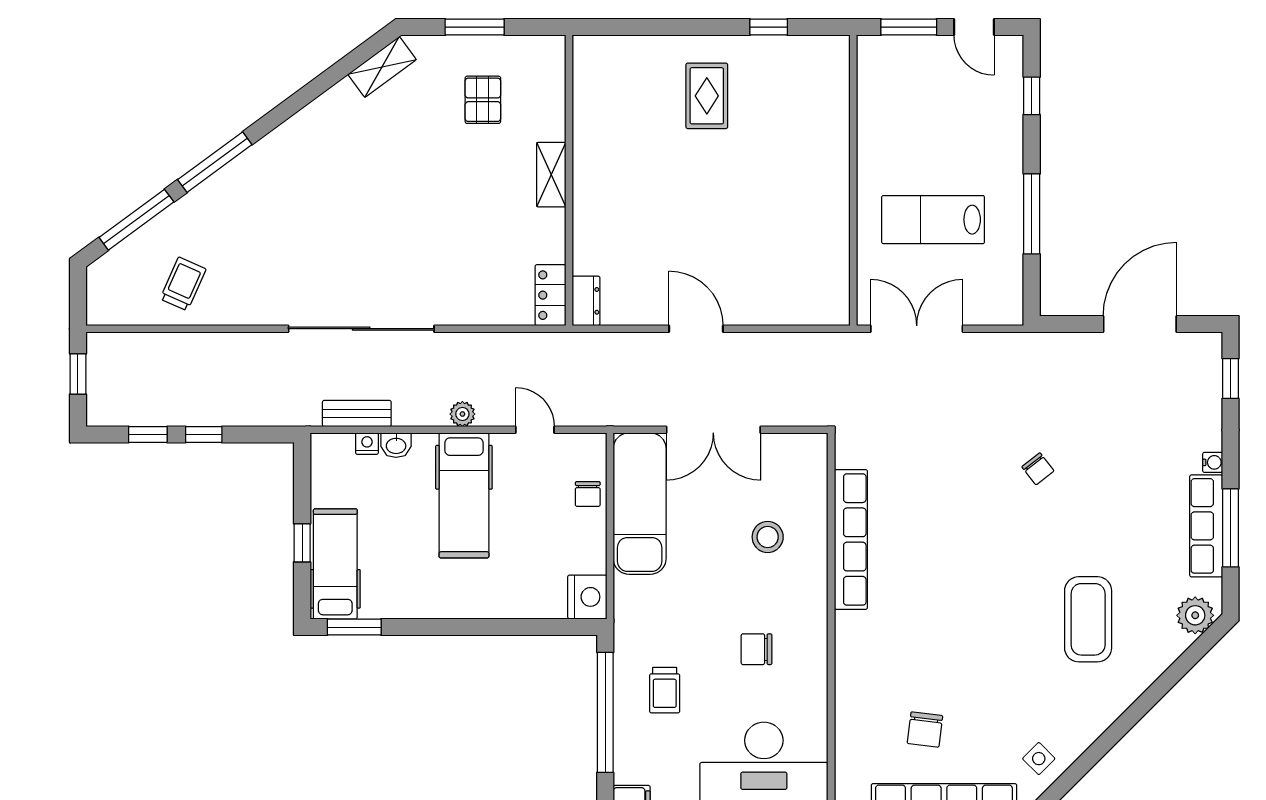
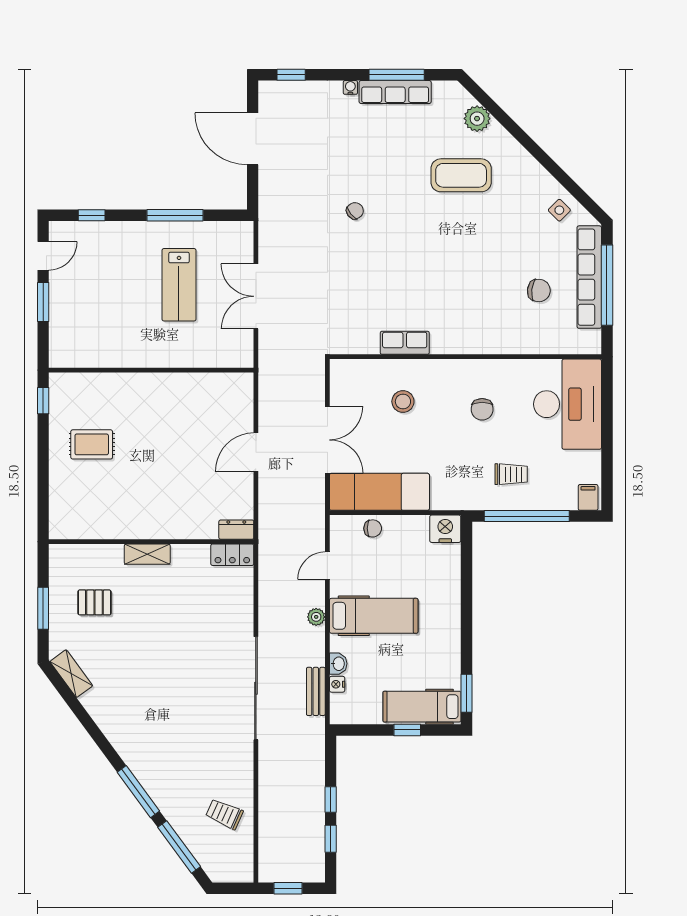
wall: (853, 180) -> (151, 370), moved
row of seats: (851, 539) -> (405, 343), width x0.50
plant: (1195, 615) -> (477, 119), moved

